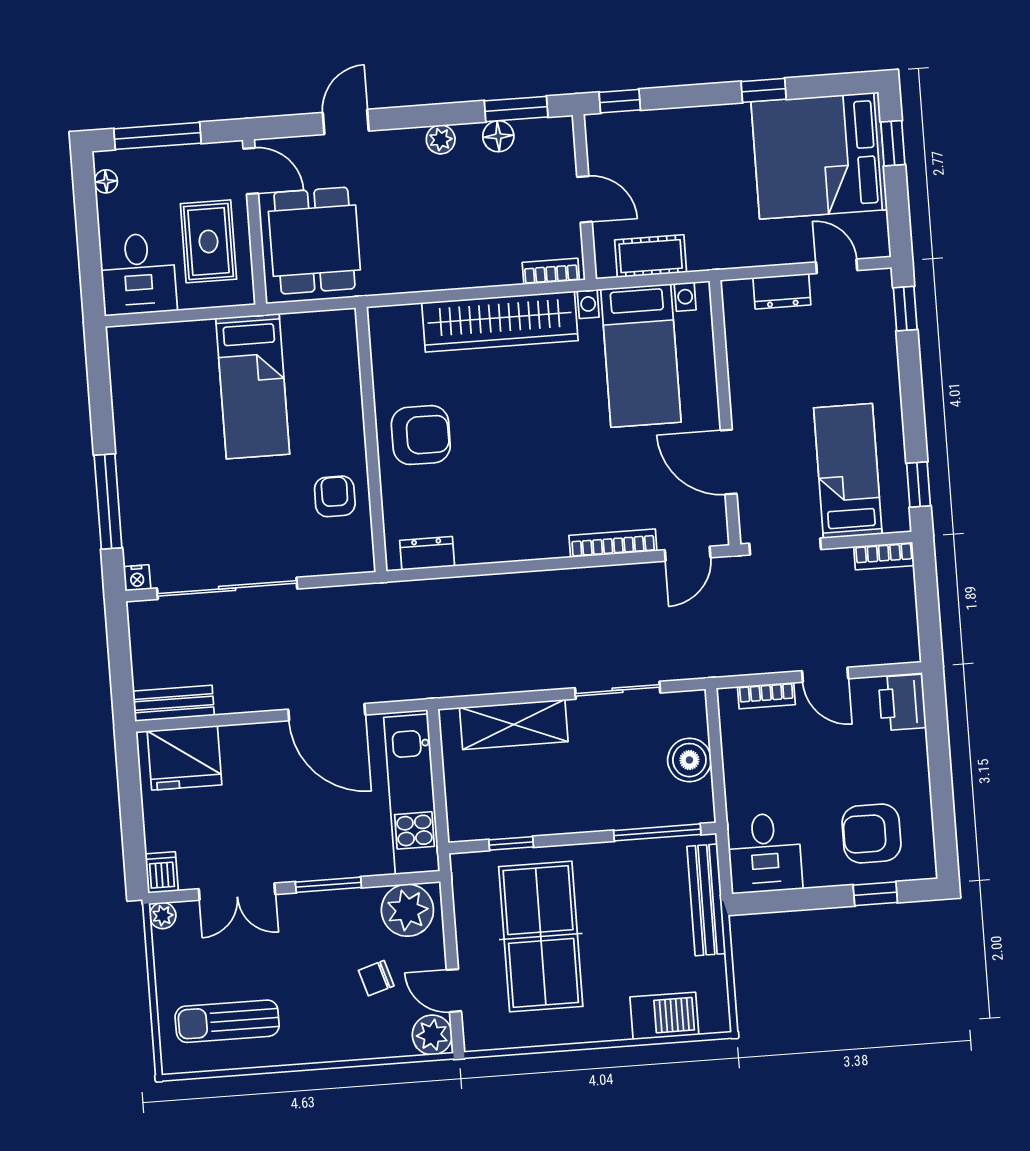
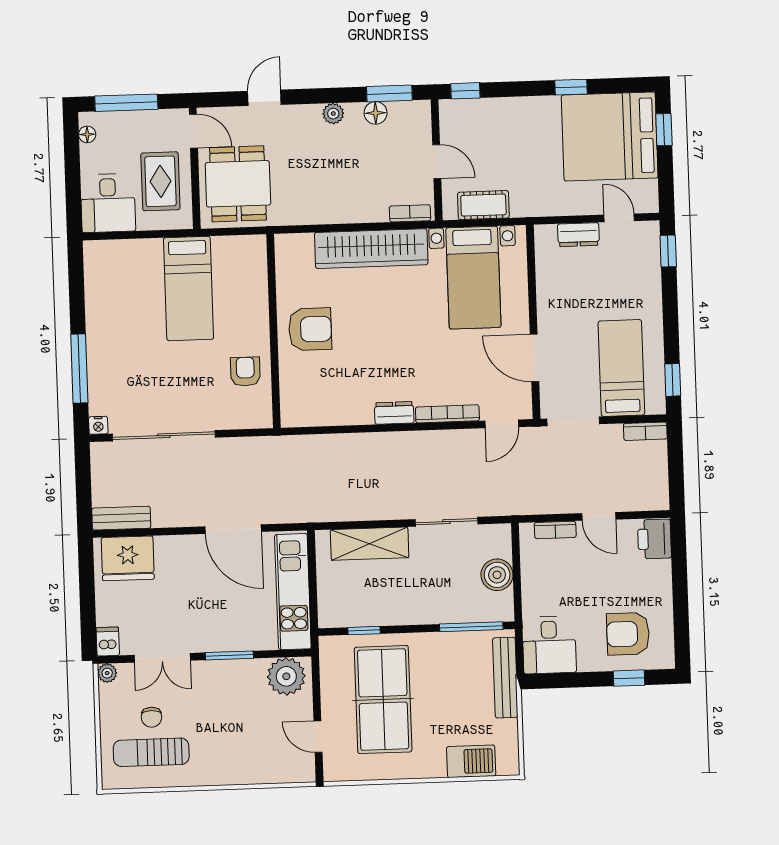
dresser: (427, 553) -> (394, 413), moved
chair: (376, 978) -> (151, 717), moved, turned -73
plant: (432, 1035) -> (301, 768), removed

